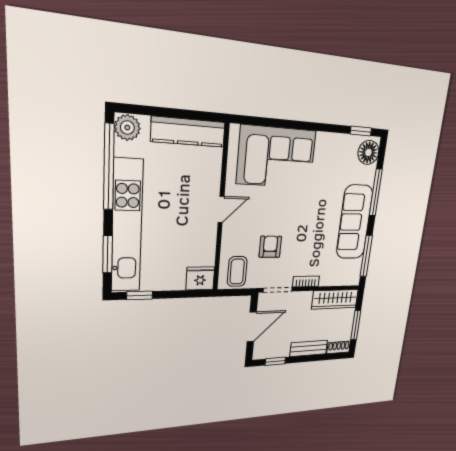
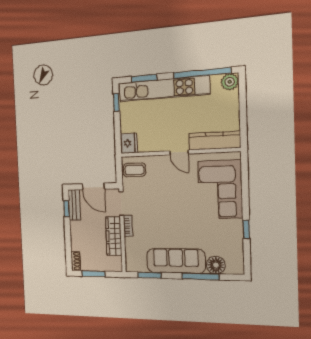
window: (361, 131) -> (246, 229), moved
kitchen counter: (188, 132) -> (214, 141), moved, turned 90
floor lamp: (368, 152) -> (216, 265), moved
armchair: (270, 247) -> (154, 193), removed
window: (366, 256) -> (149, 275), width x0.69
wardrobe: (335, 299) -> (114, 236), moved
bench: (309, 348) -> (74, 205), moved

